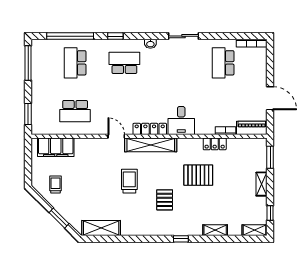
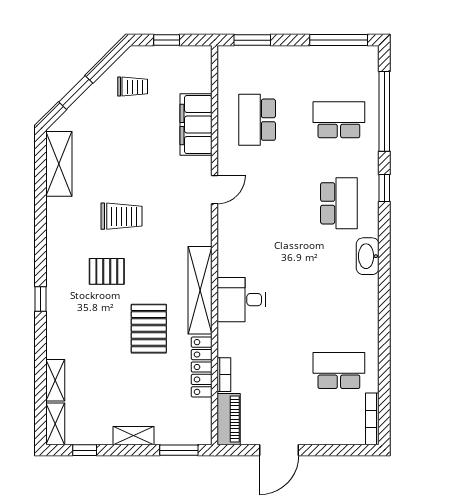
sliding door: (184, 36) -> (384, 304), removed
washbasin: (150, 44) -> (368, 256), width x1.91, depth x1.45
locker: (150, 129) -> (227, 246), removed
locker: (215, 144) -> (202, 367), width x1.53
shelving: (151, 145) -> (200, 290), moved
filing cabinet: (56, 147) -> (196, 125), moved
window: (28, 164) -> (167, 40), added
trolley: (129, 181) -> (121, 216), moved
shelving: (215, 230) -> (55, 380), moved

